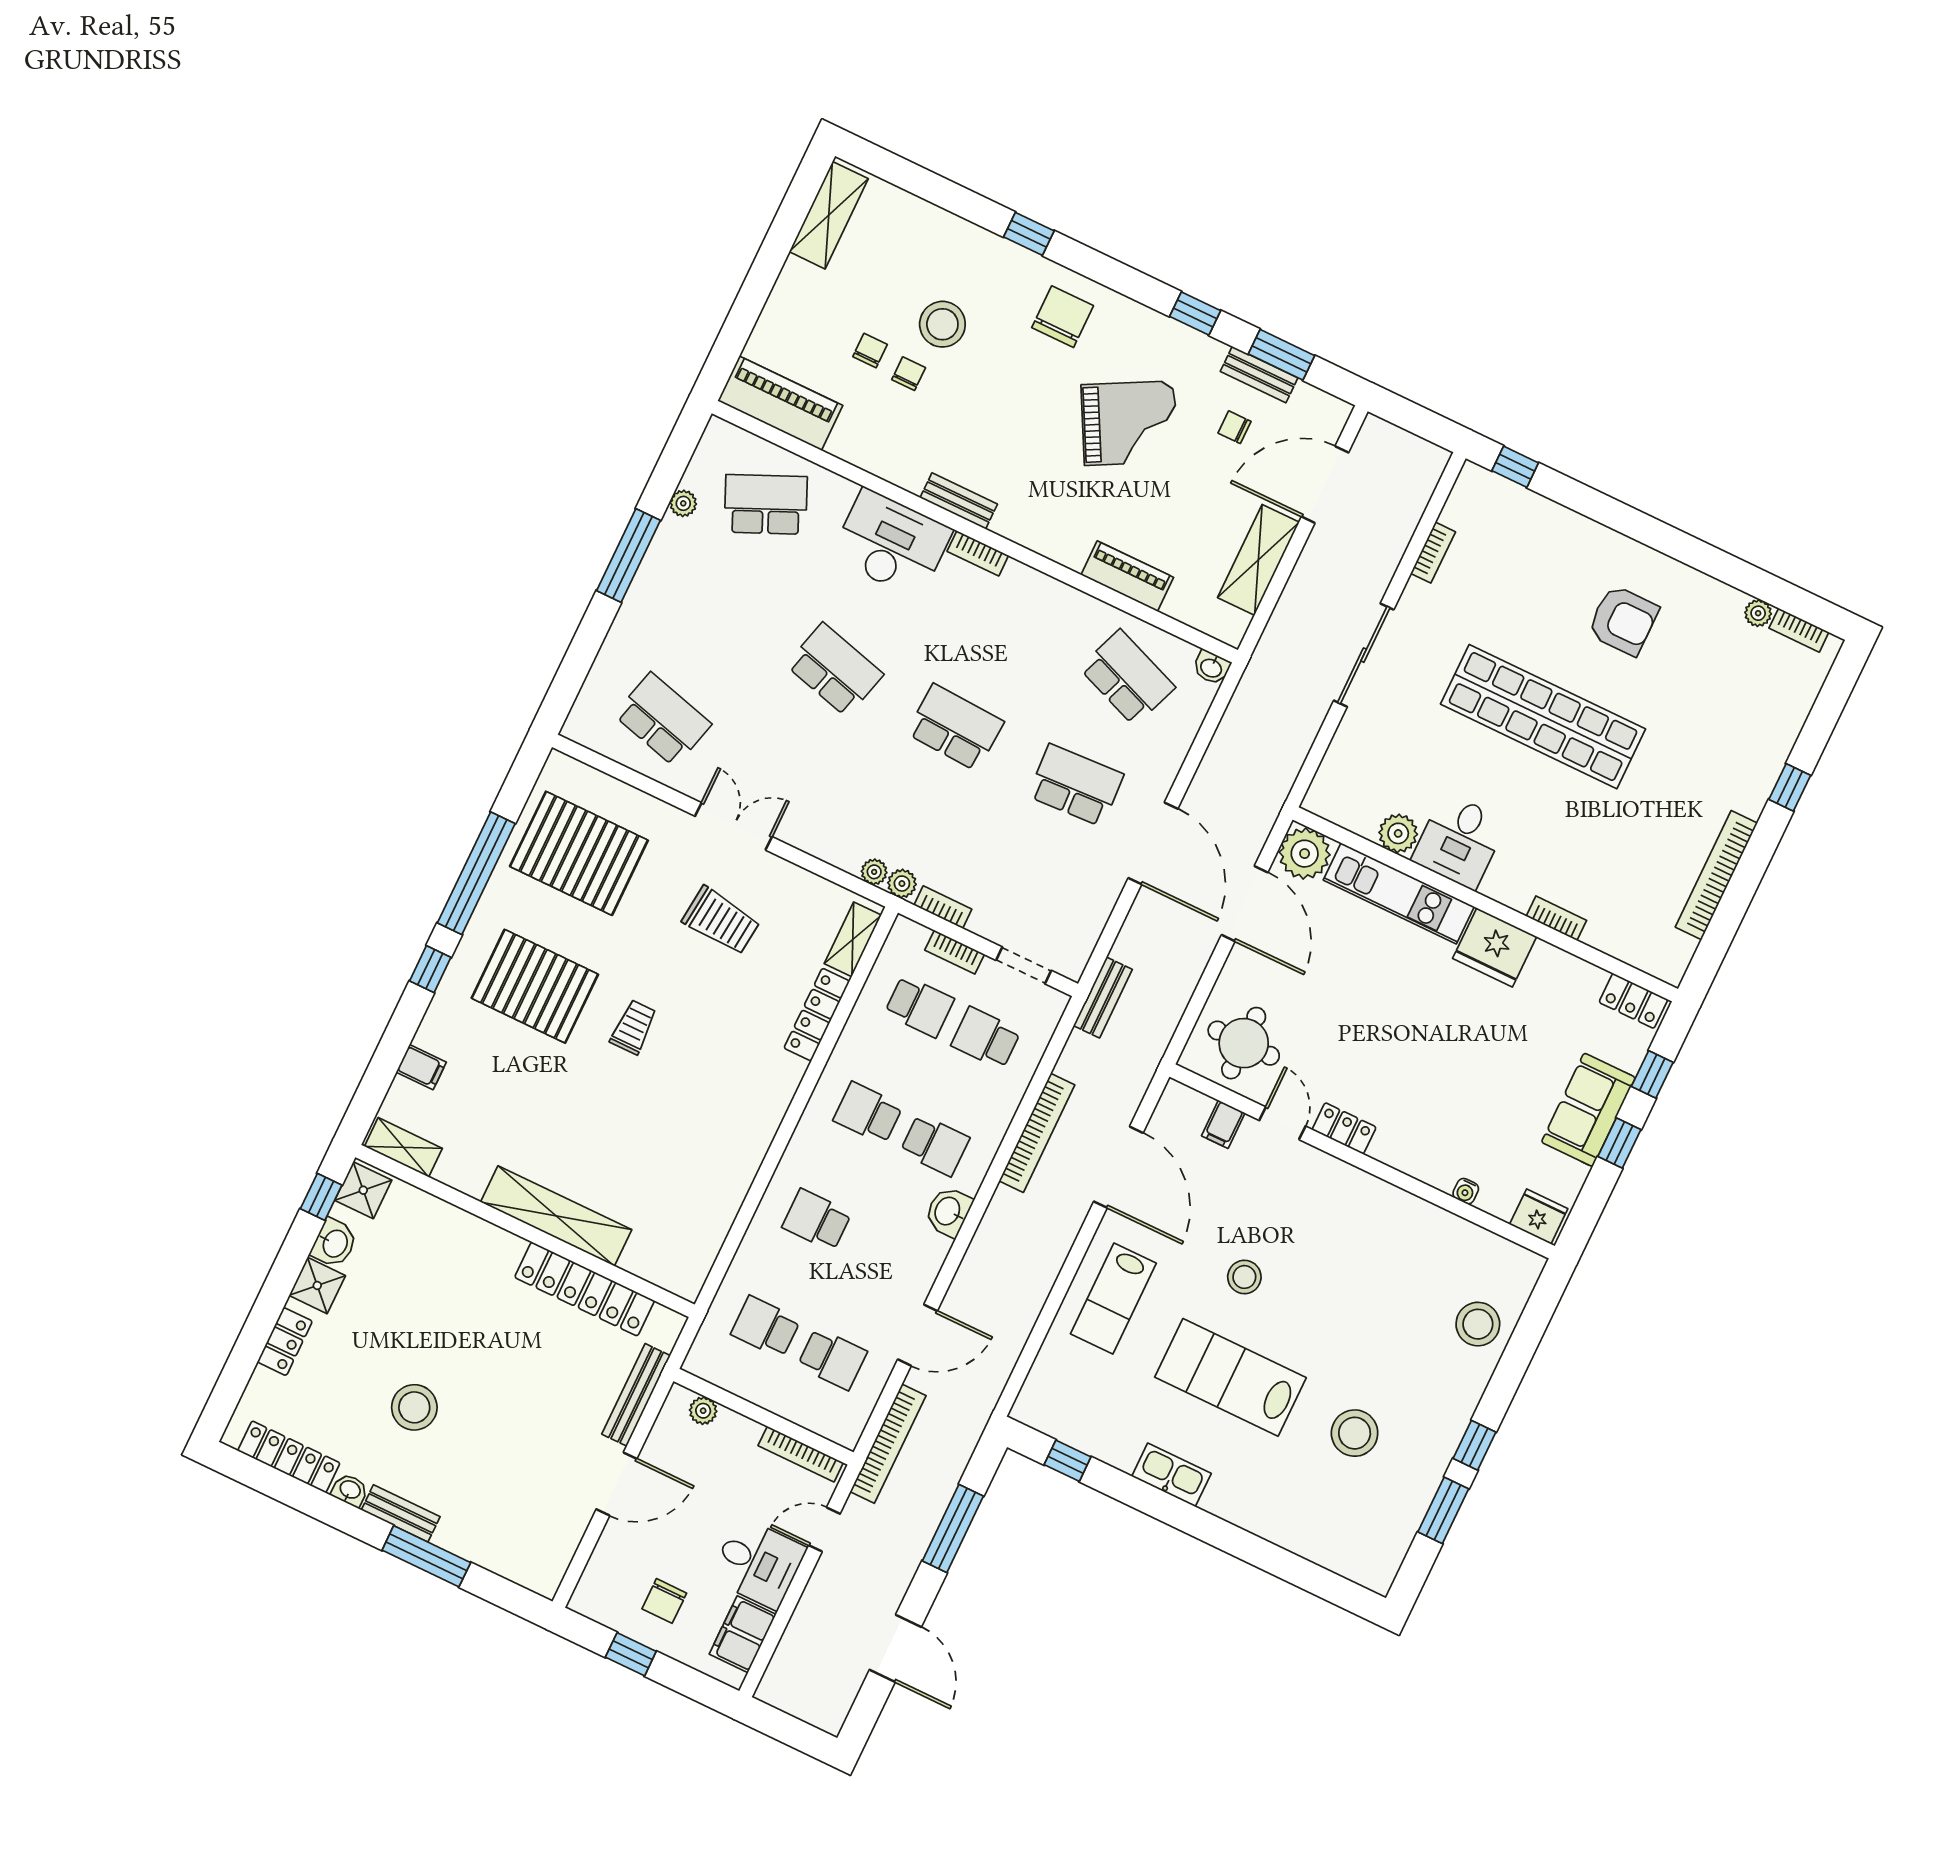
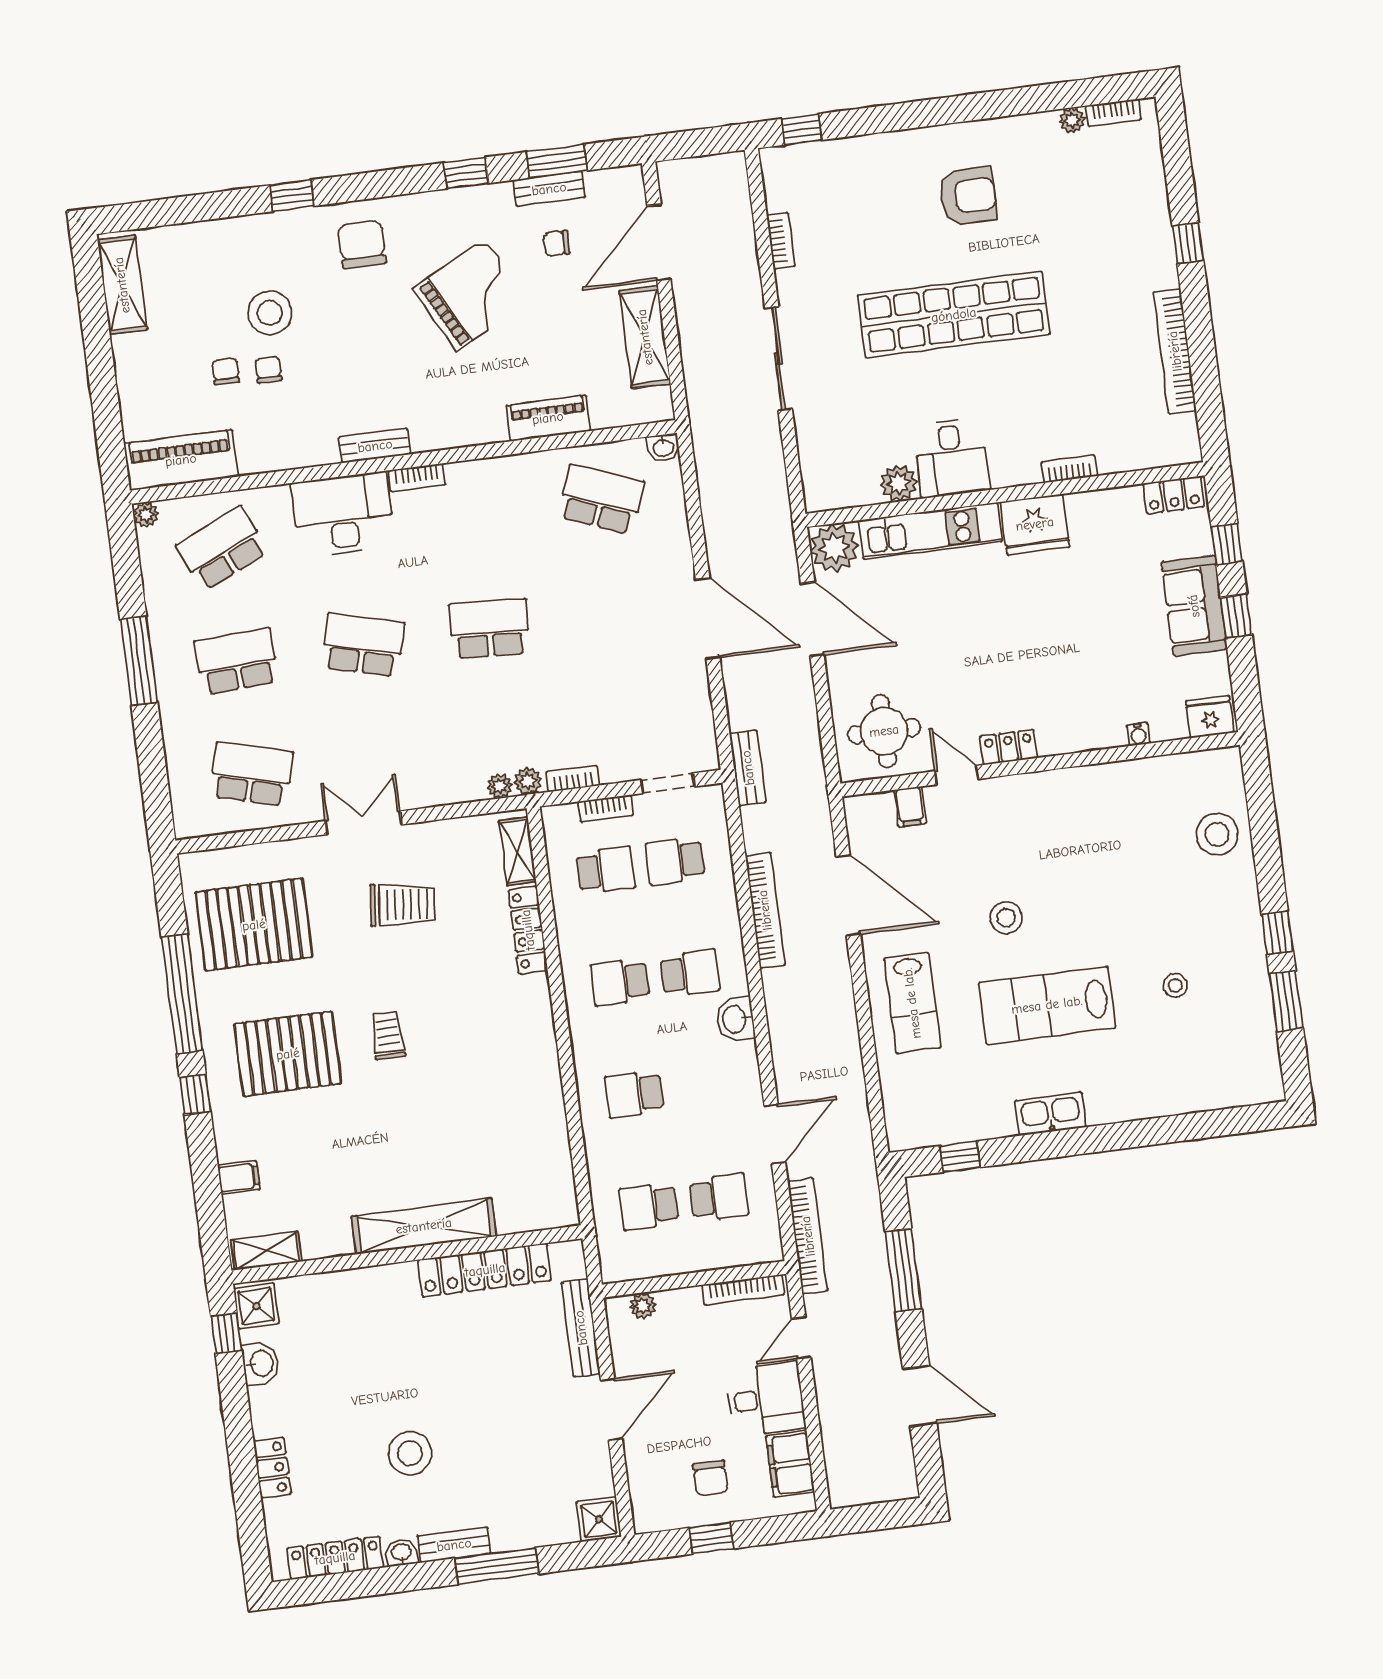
plant: (683, 503) -> (146, 515), moved
school desk: (1076, 785) -> (237, 661), moved
shower: (317, 1285) -> (599, 1519), moved
stool: (1355, 1433) -> (1175, 985), width x0.53, depth x0.53

